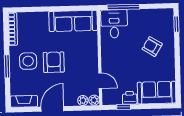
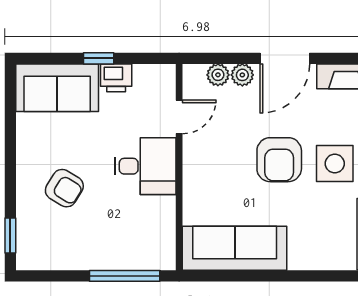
desk: (114, 24) -> (145, 166), moved, turned -90
door: (100, 81) -> (179, 117), swing flipped
plant: (94, 100) -> (242, 75), moved
window: (124, 107) -> (99, 58), moved

